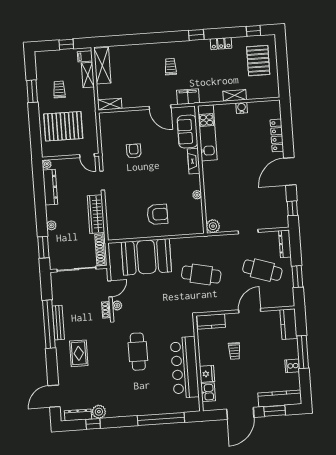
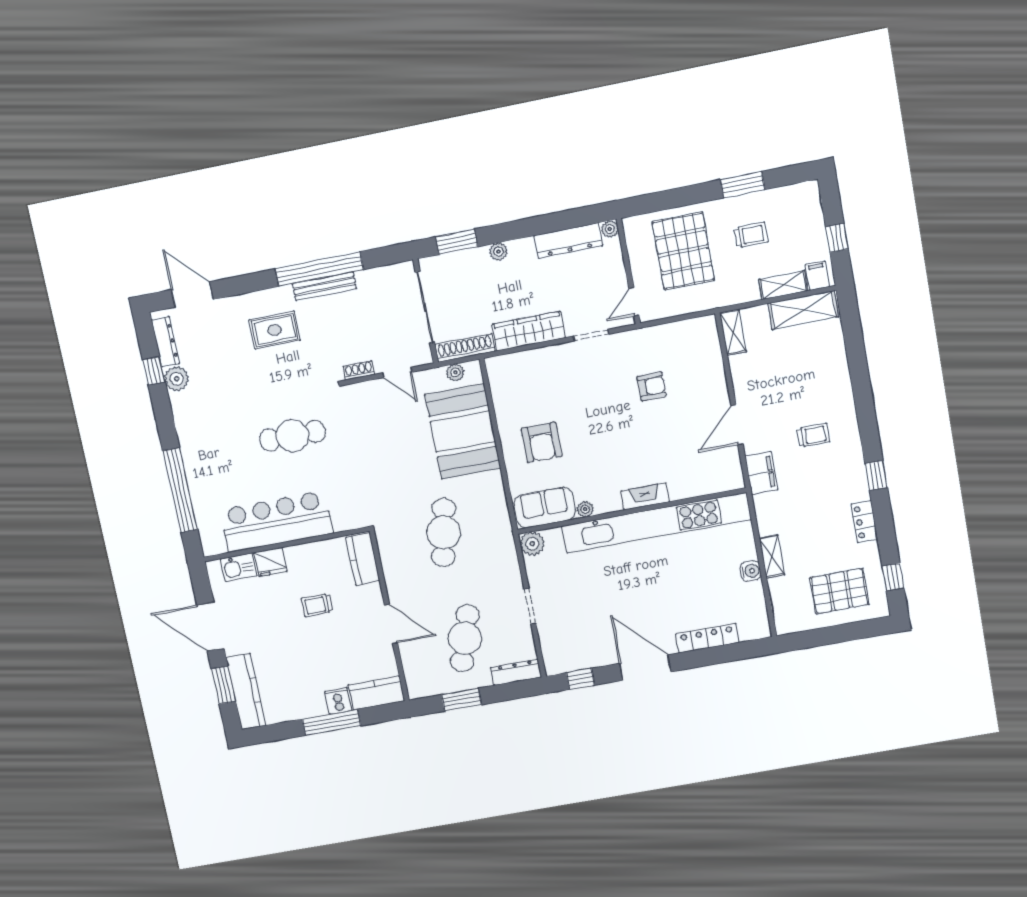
sofa: (187, 131) -> (545, 508), moved
kitchen unit: (207, 133) -> (656, 523), width x1.86
plant: (117, 306) -> (455, 372), moved
cooker: (292, 366) -> (338, 701), moved

